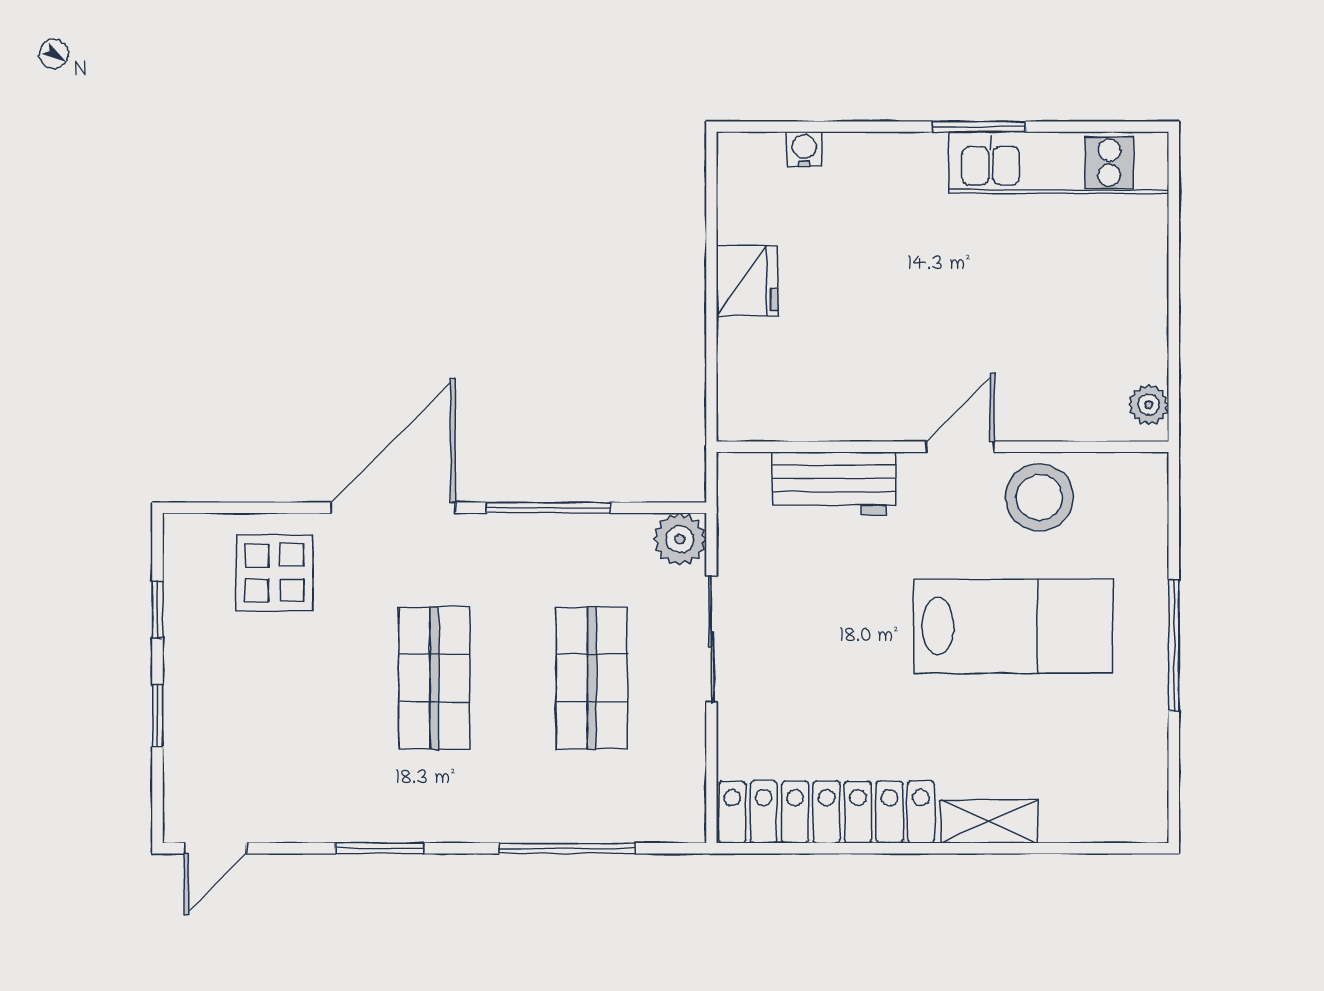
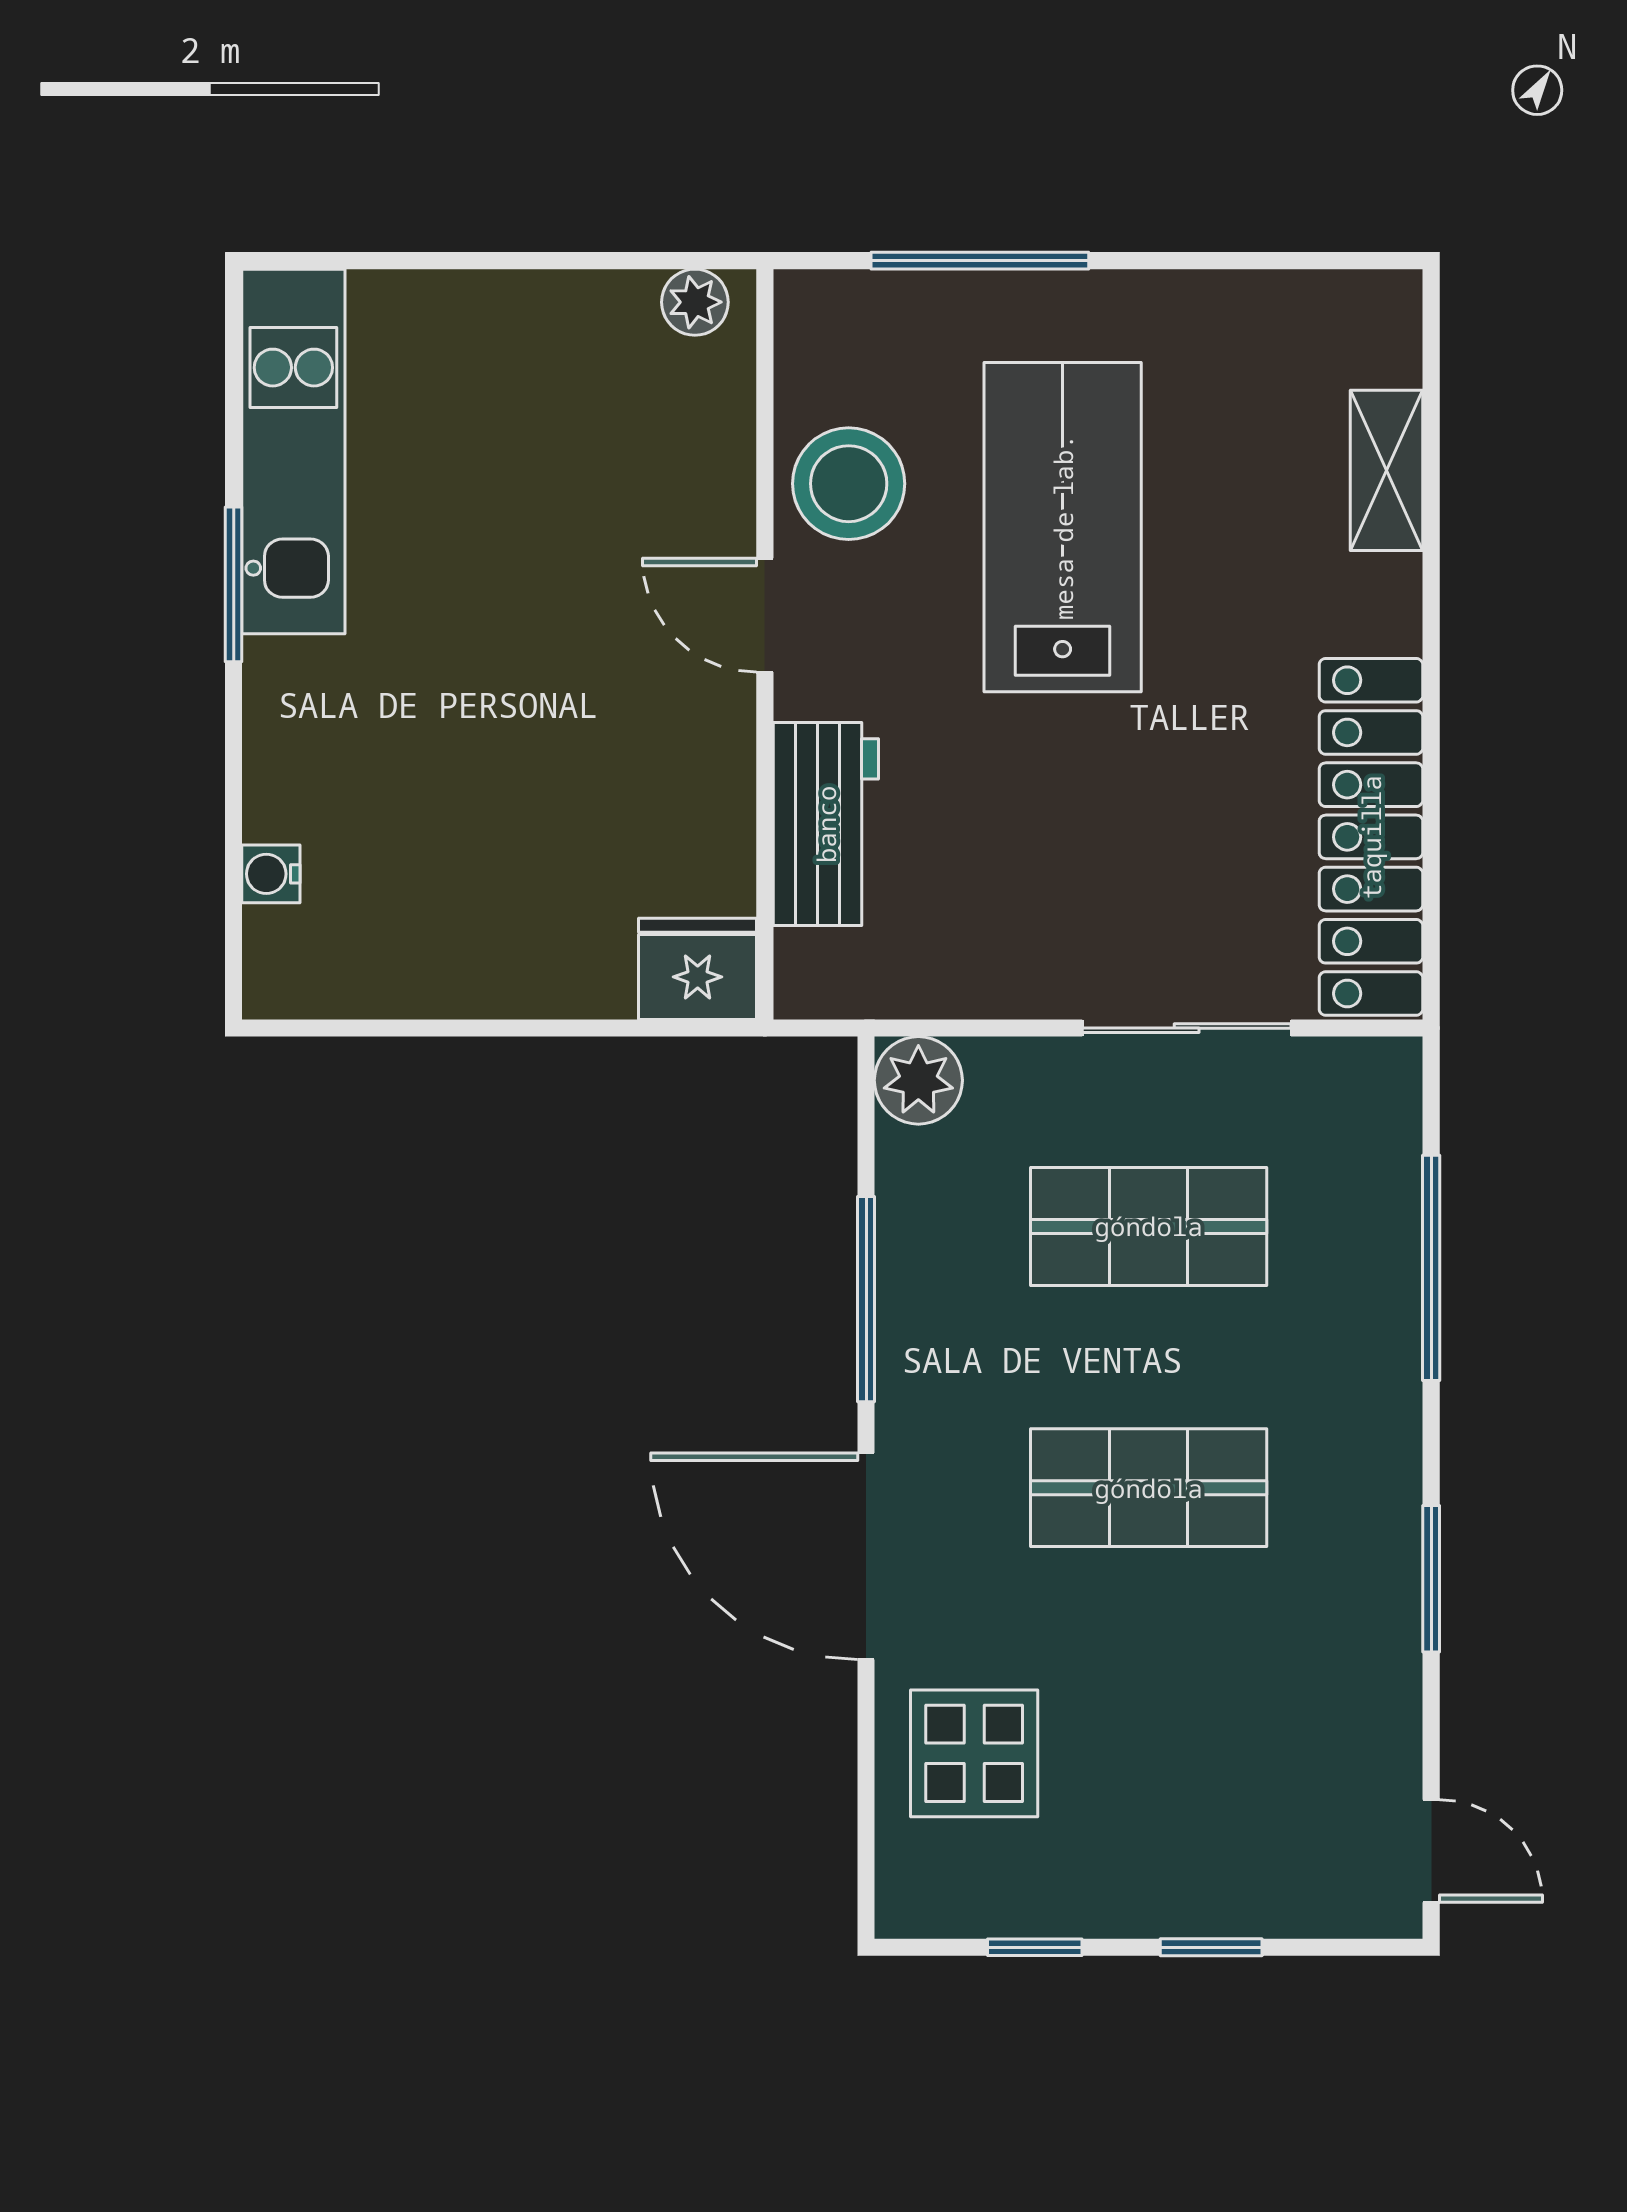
fridge: (747, 281) -> (698, 969), moved
sliding door: (711, 639) -> (1187, 1028), moved
window: (1174, 645) -> (980, 261), moved
shelving: (989, 821) -> (1387, 470), moved

